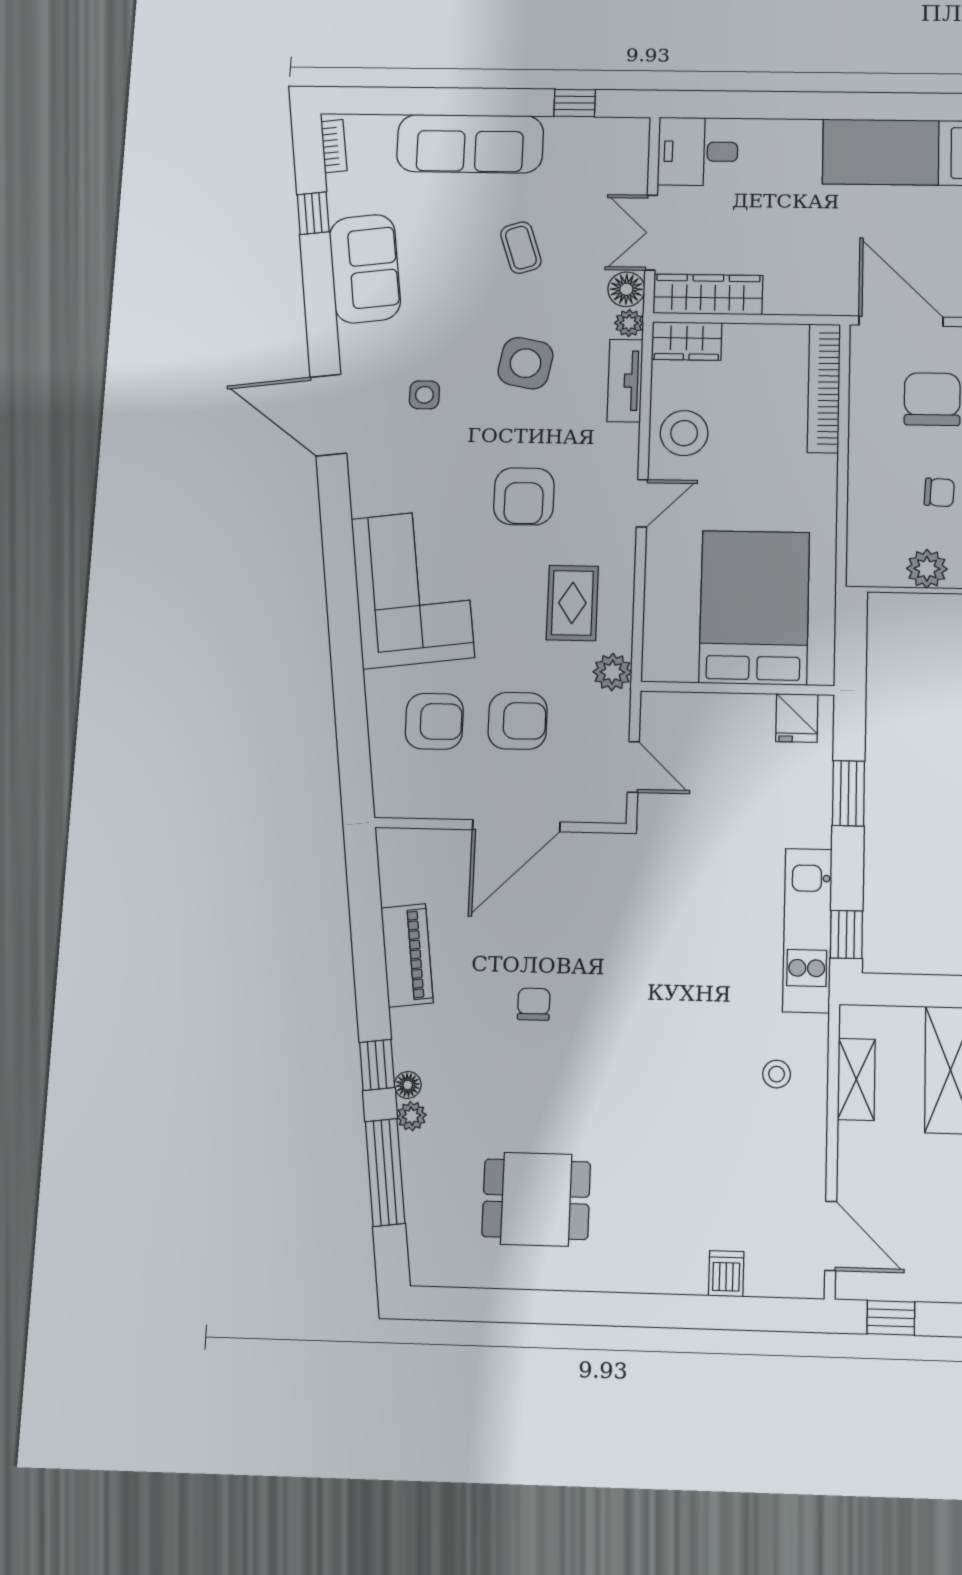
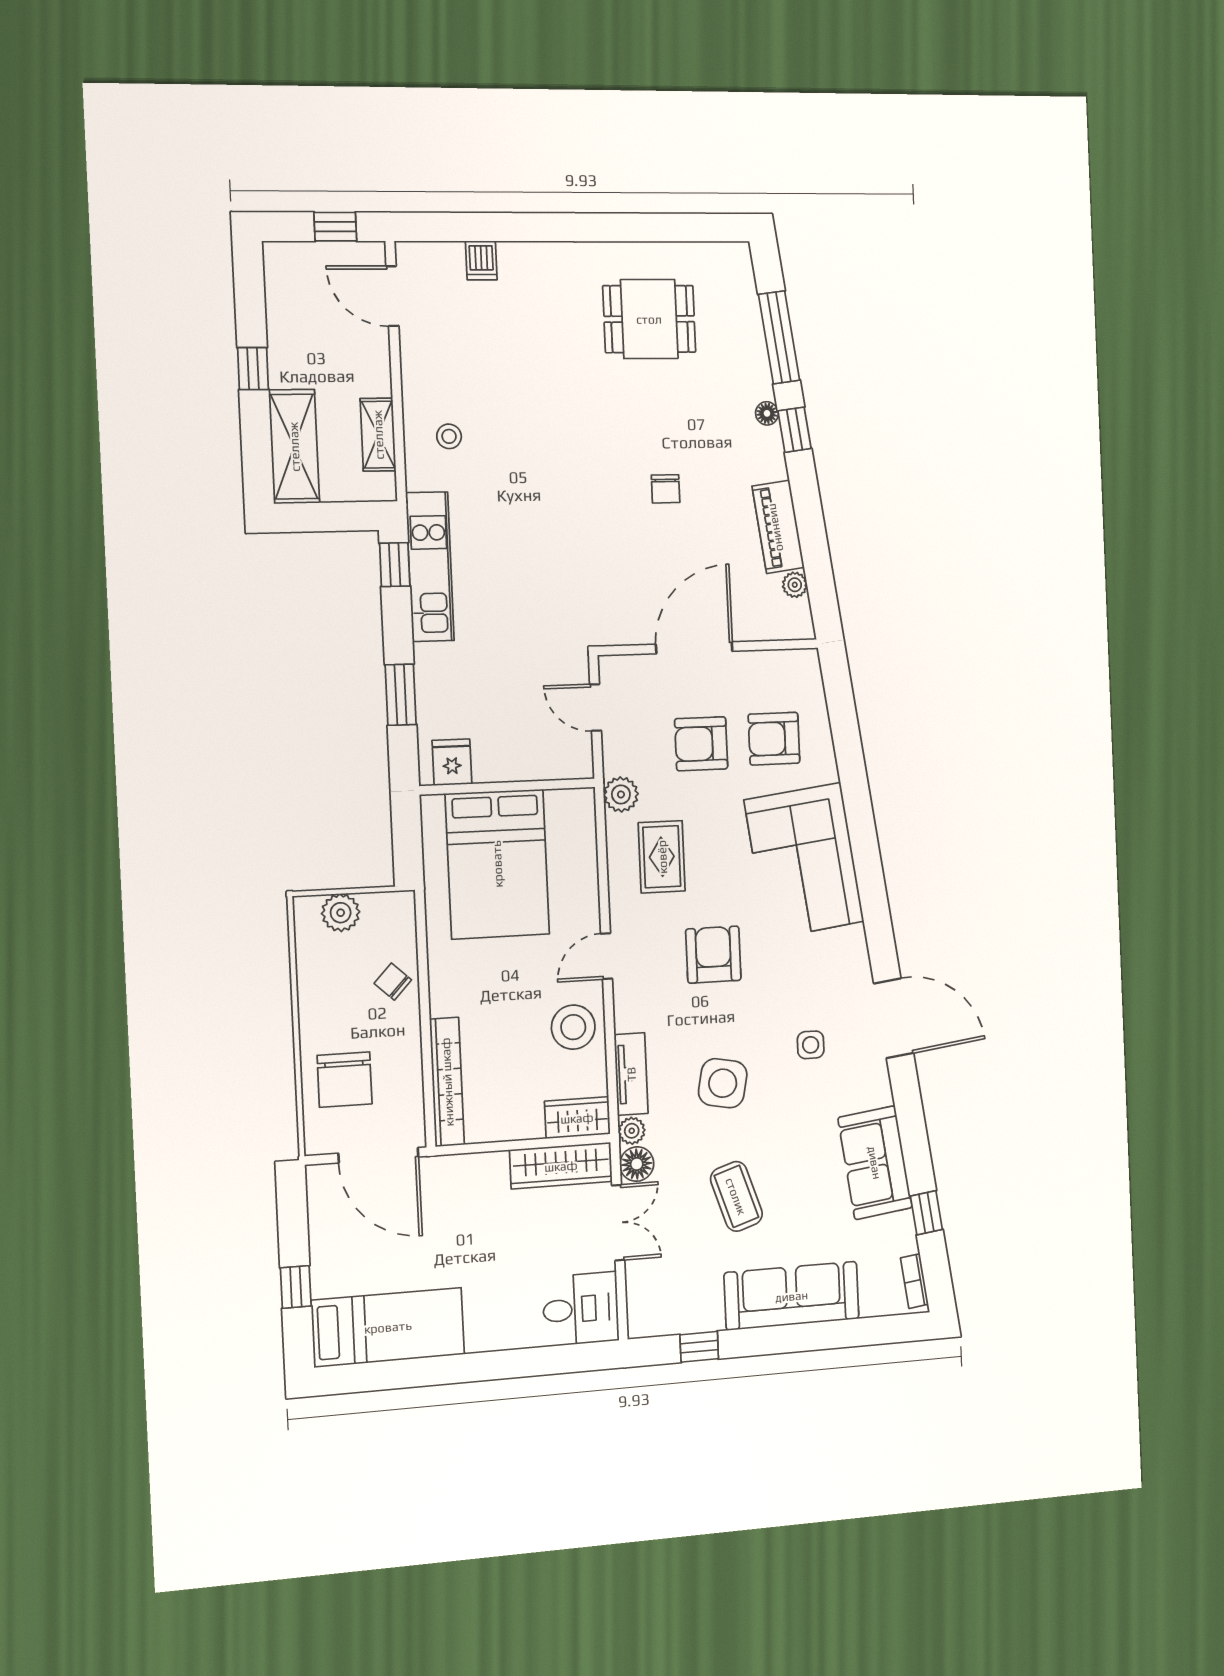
coffee table: (521, 248) -> (736, 1196), width x1.36, depth x1.30
chair: (939, 492) -> (393, 982), moved, turned 40
plant: (412, 1116) -> (795, 585), moved

